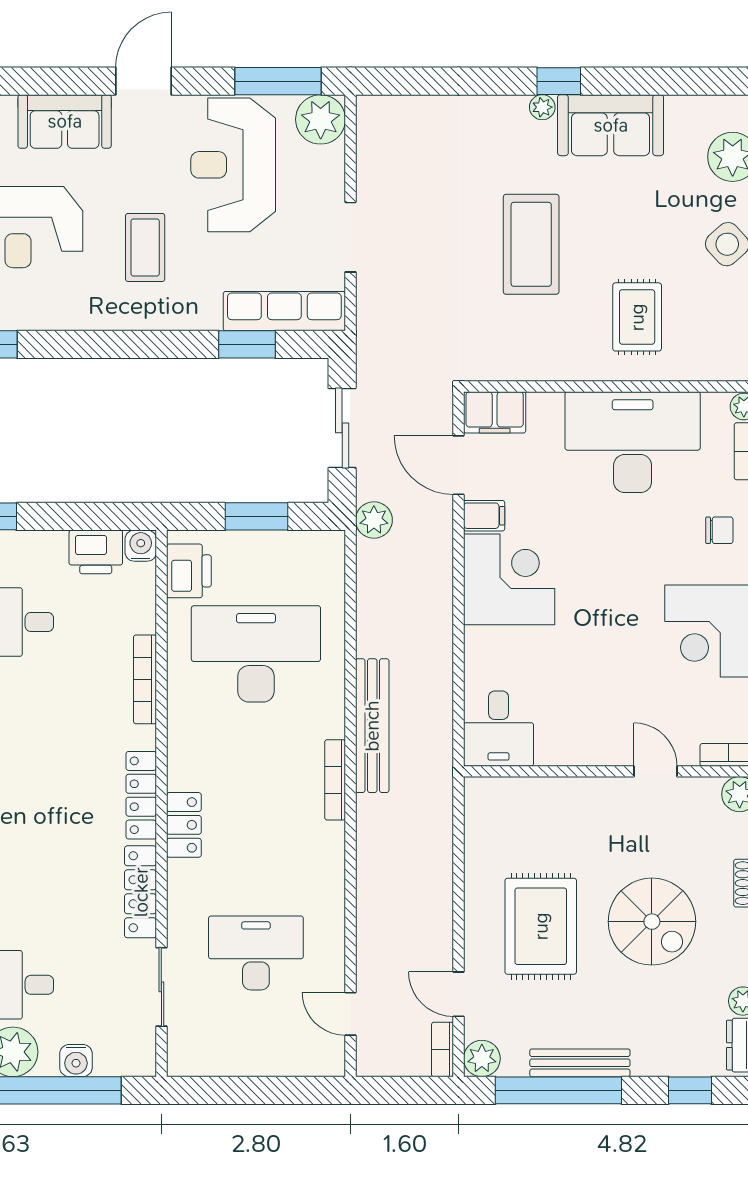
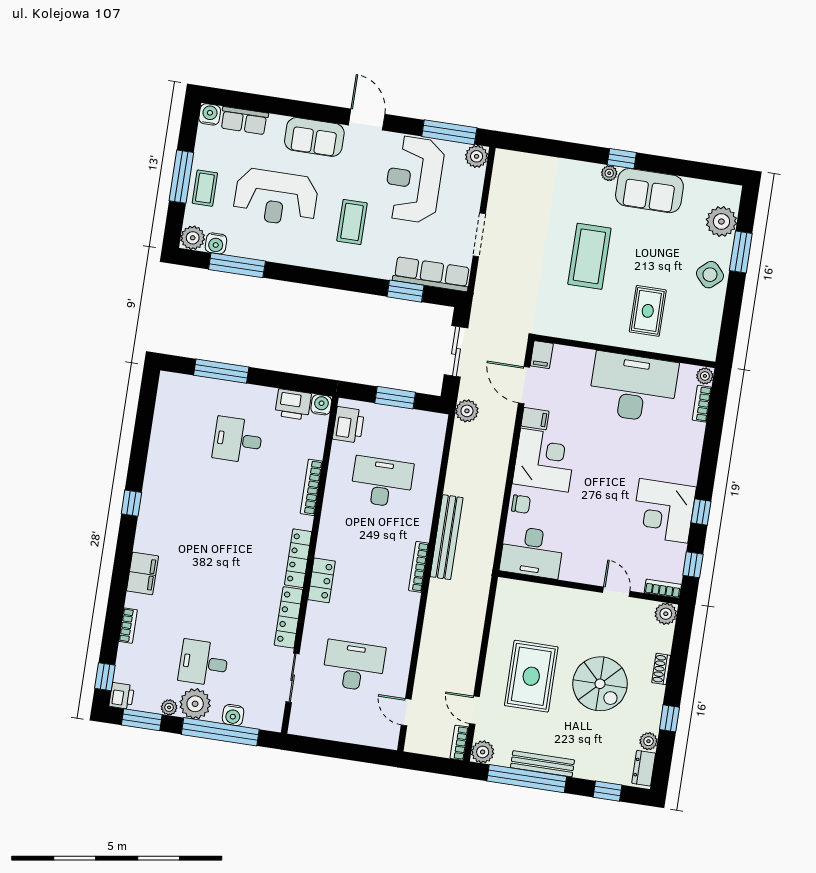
door: (144, 81) -> (367, 120), hinge flipped
plant: (321, 119) -> (477, 156), width x0.73, depth x0.73
filing cabinet: (495, 412) -> (542, 355), width x0.50
chair: (719, 530) -> (521, 504), moved
desk: (256, 654) -> (382, 482), width x0.73, depth x0.77
desk: (499, 729) -> (532, 552), width x1.37

